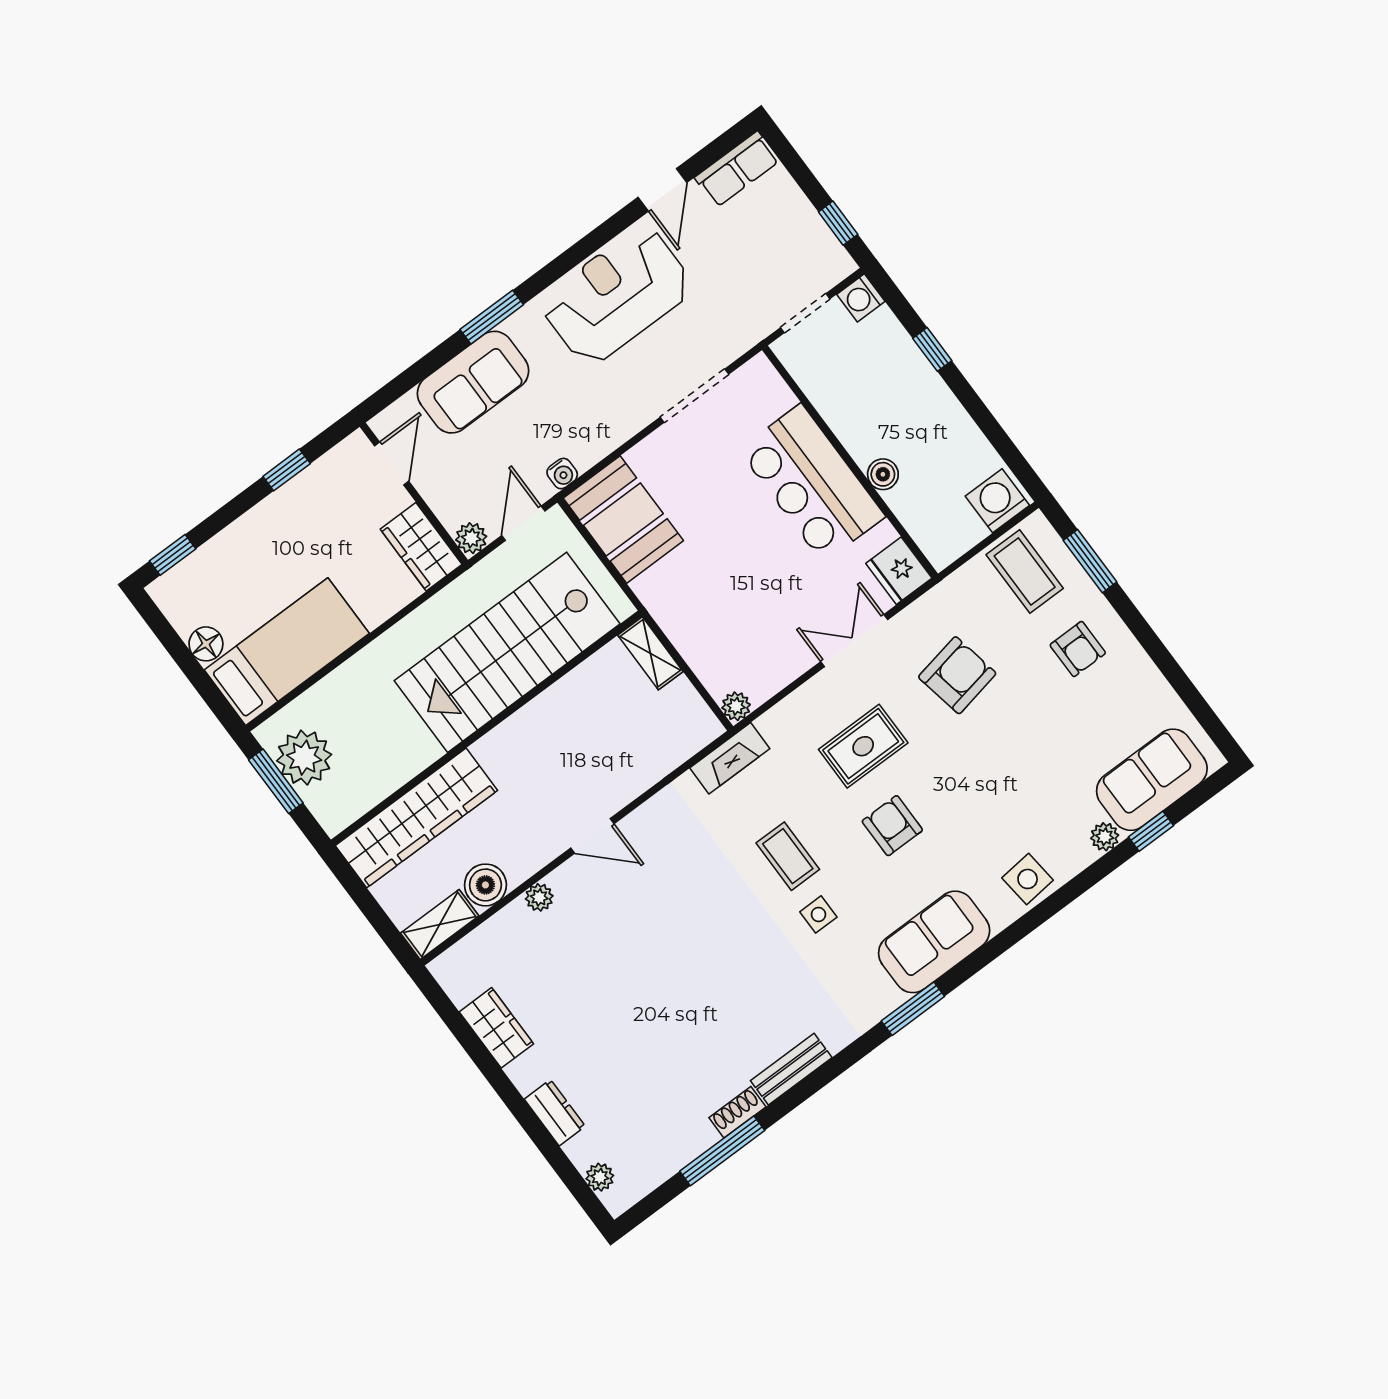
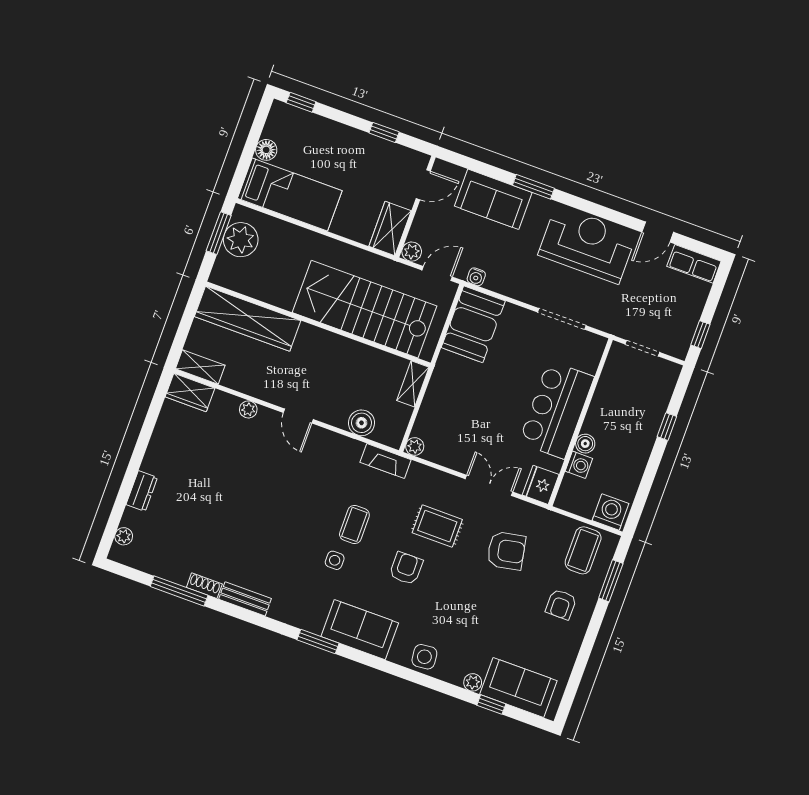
washing machine: (861, 298) -> (579, 465), moved, turned 180
boiler: (485, 885) -> (361, 423), moved
wardrobe: (496, 1028) -> (190, 392), moved, turned 90

